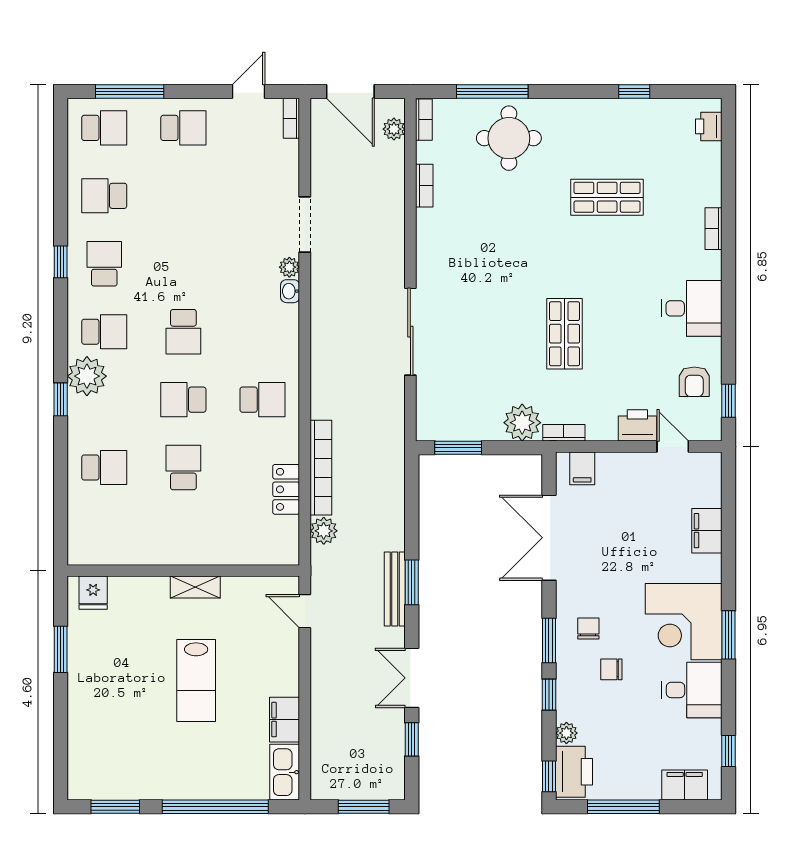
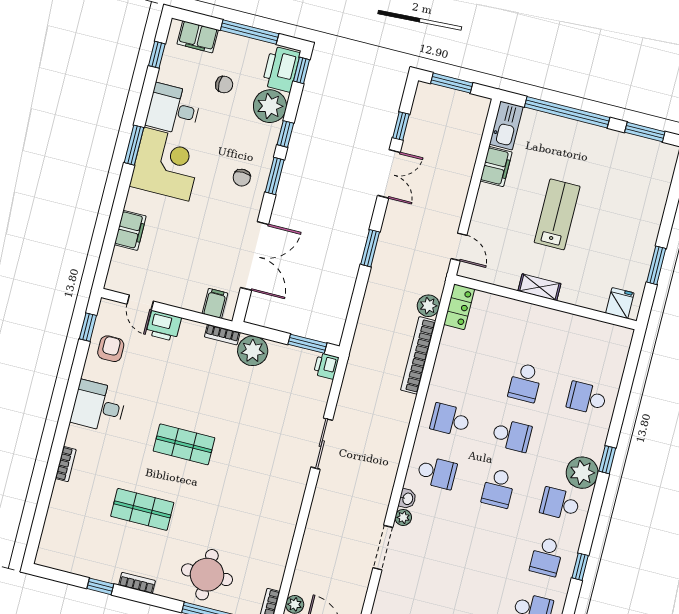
printer: (709, 126) -> (326, 366), moved, turned 180
bookcase: (424, 186) -> (137, 583), moved, turned 90
school desk: (183, 332) -> (498, 488), turned 180
school desk: (262, 332) -> (437, 473), added
sliding door: (410, 332) -> (322, 444), width x0.73
shop shelf: (565, 334) -> (184, 444), moved, turned 90
locker: (286, 489) -> (459, 307), moved
bench: (395, 589) -> (385, 246), removed
chair: (611, 669) -> (224, 85), moved
plant: (566, 733) -> (270, 106), width x1.88, depth x1.88

